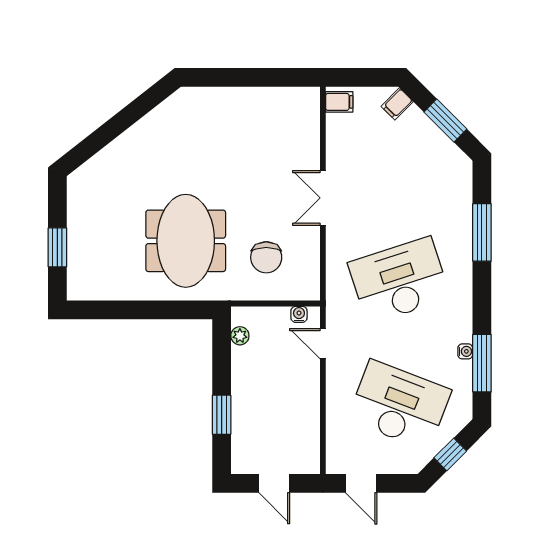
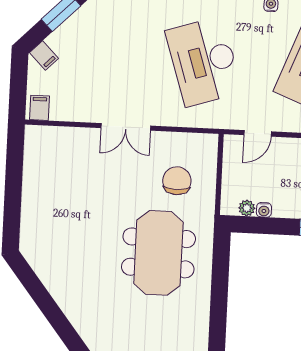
meeting table: (186, 241) -> (158, 253), turned 90
chair: (266, 257) -> (177, 181), turned -90
water cooler: (299, 314) -> (264, 210), moved, turned -90

